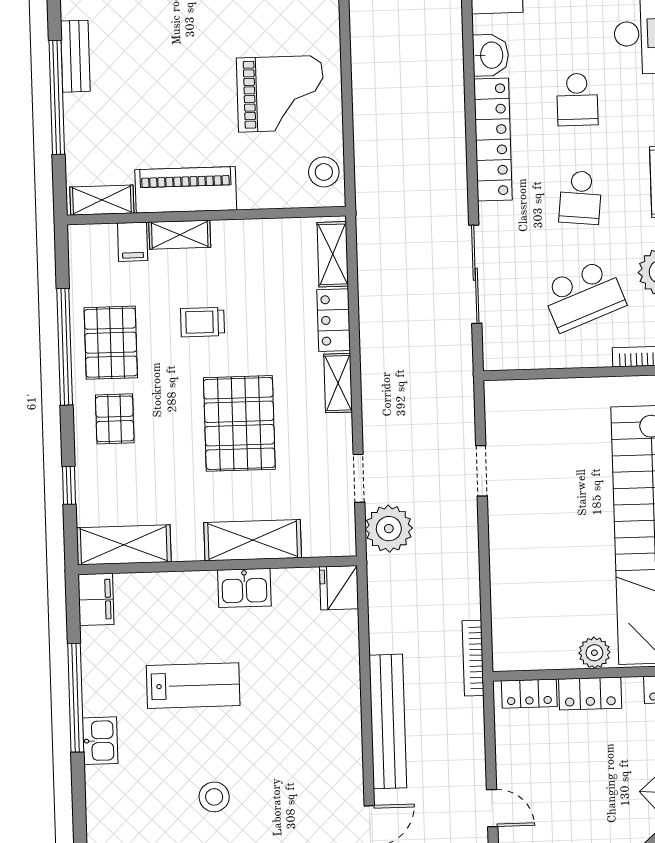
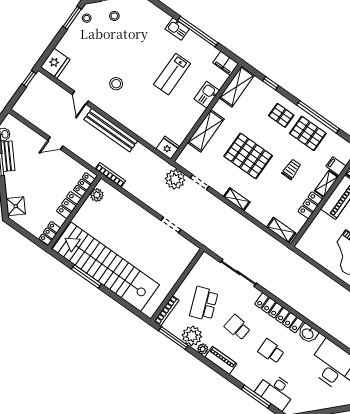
stool: (324, 172) -> (311, 248), removed
locker: (334, 320) -> (310, 205), moved, turned -90
kitchen sink: (244, 588) -> (207, 95), moved
plant: (594, 653) -> (97, 195), moved
stool: (214, 797) -> (116, 84), moved

